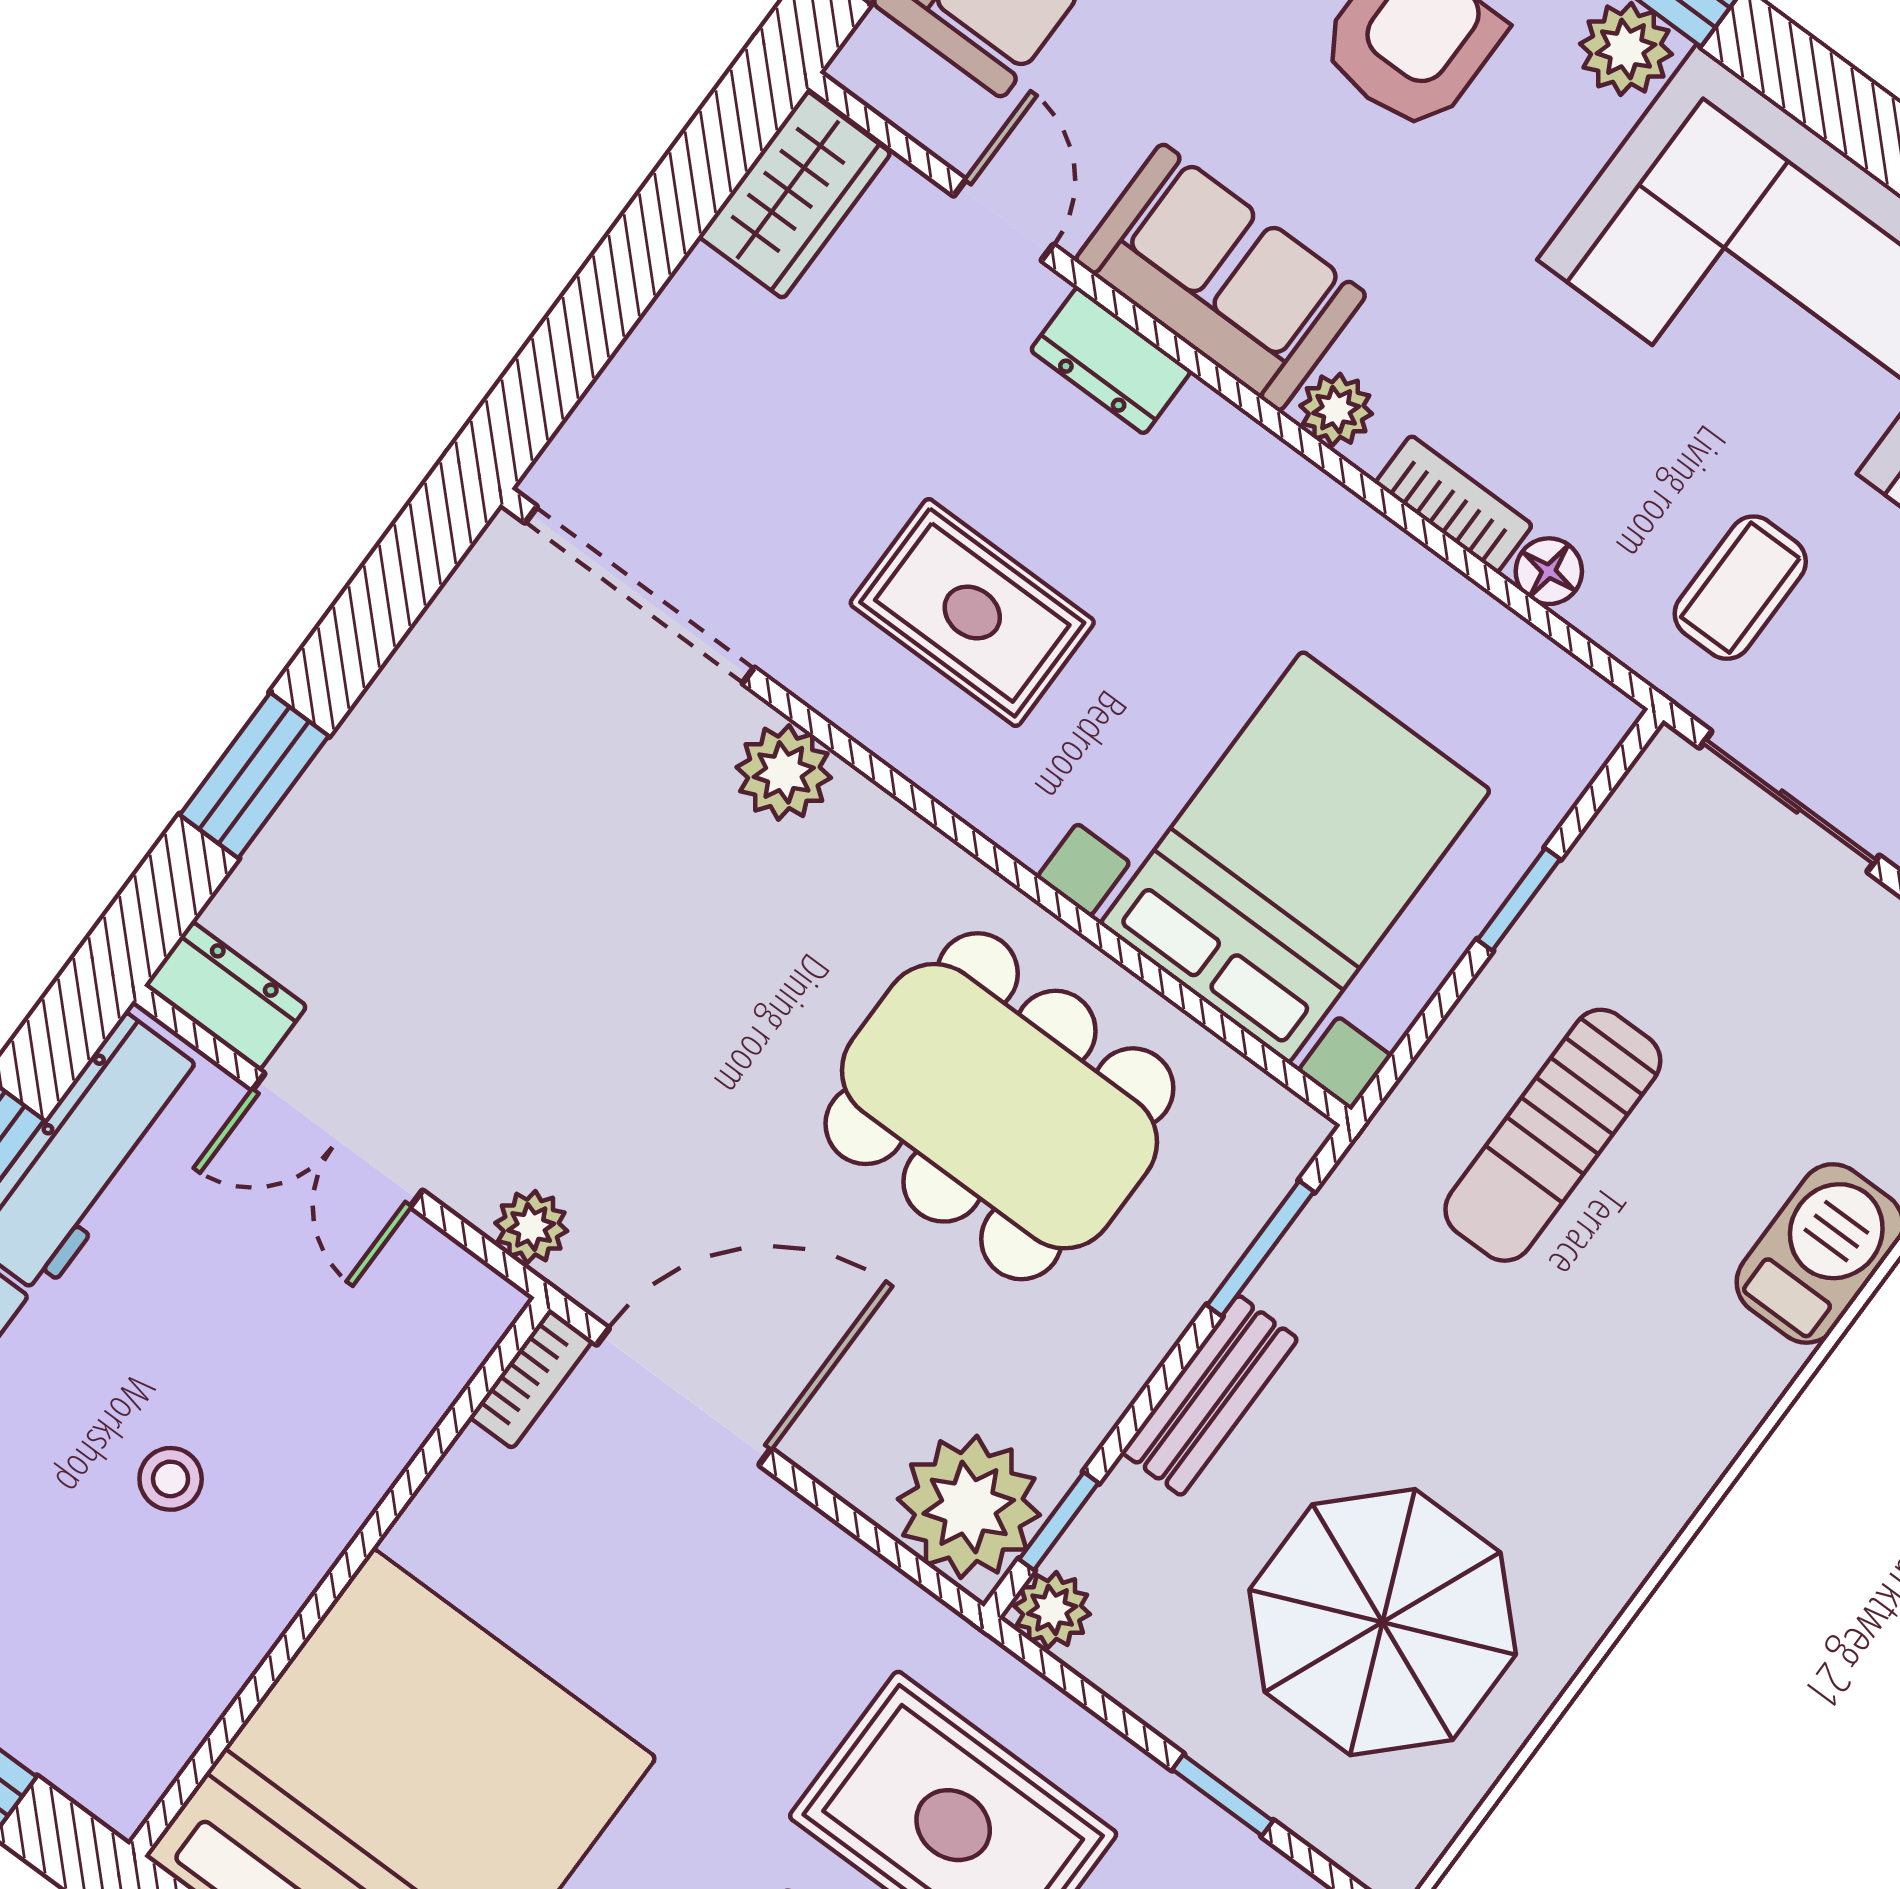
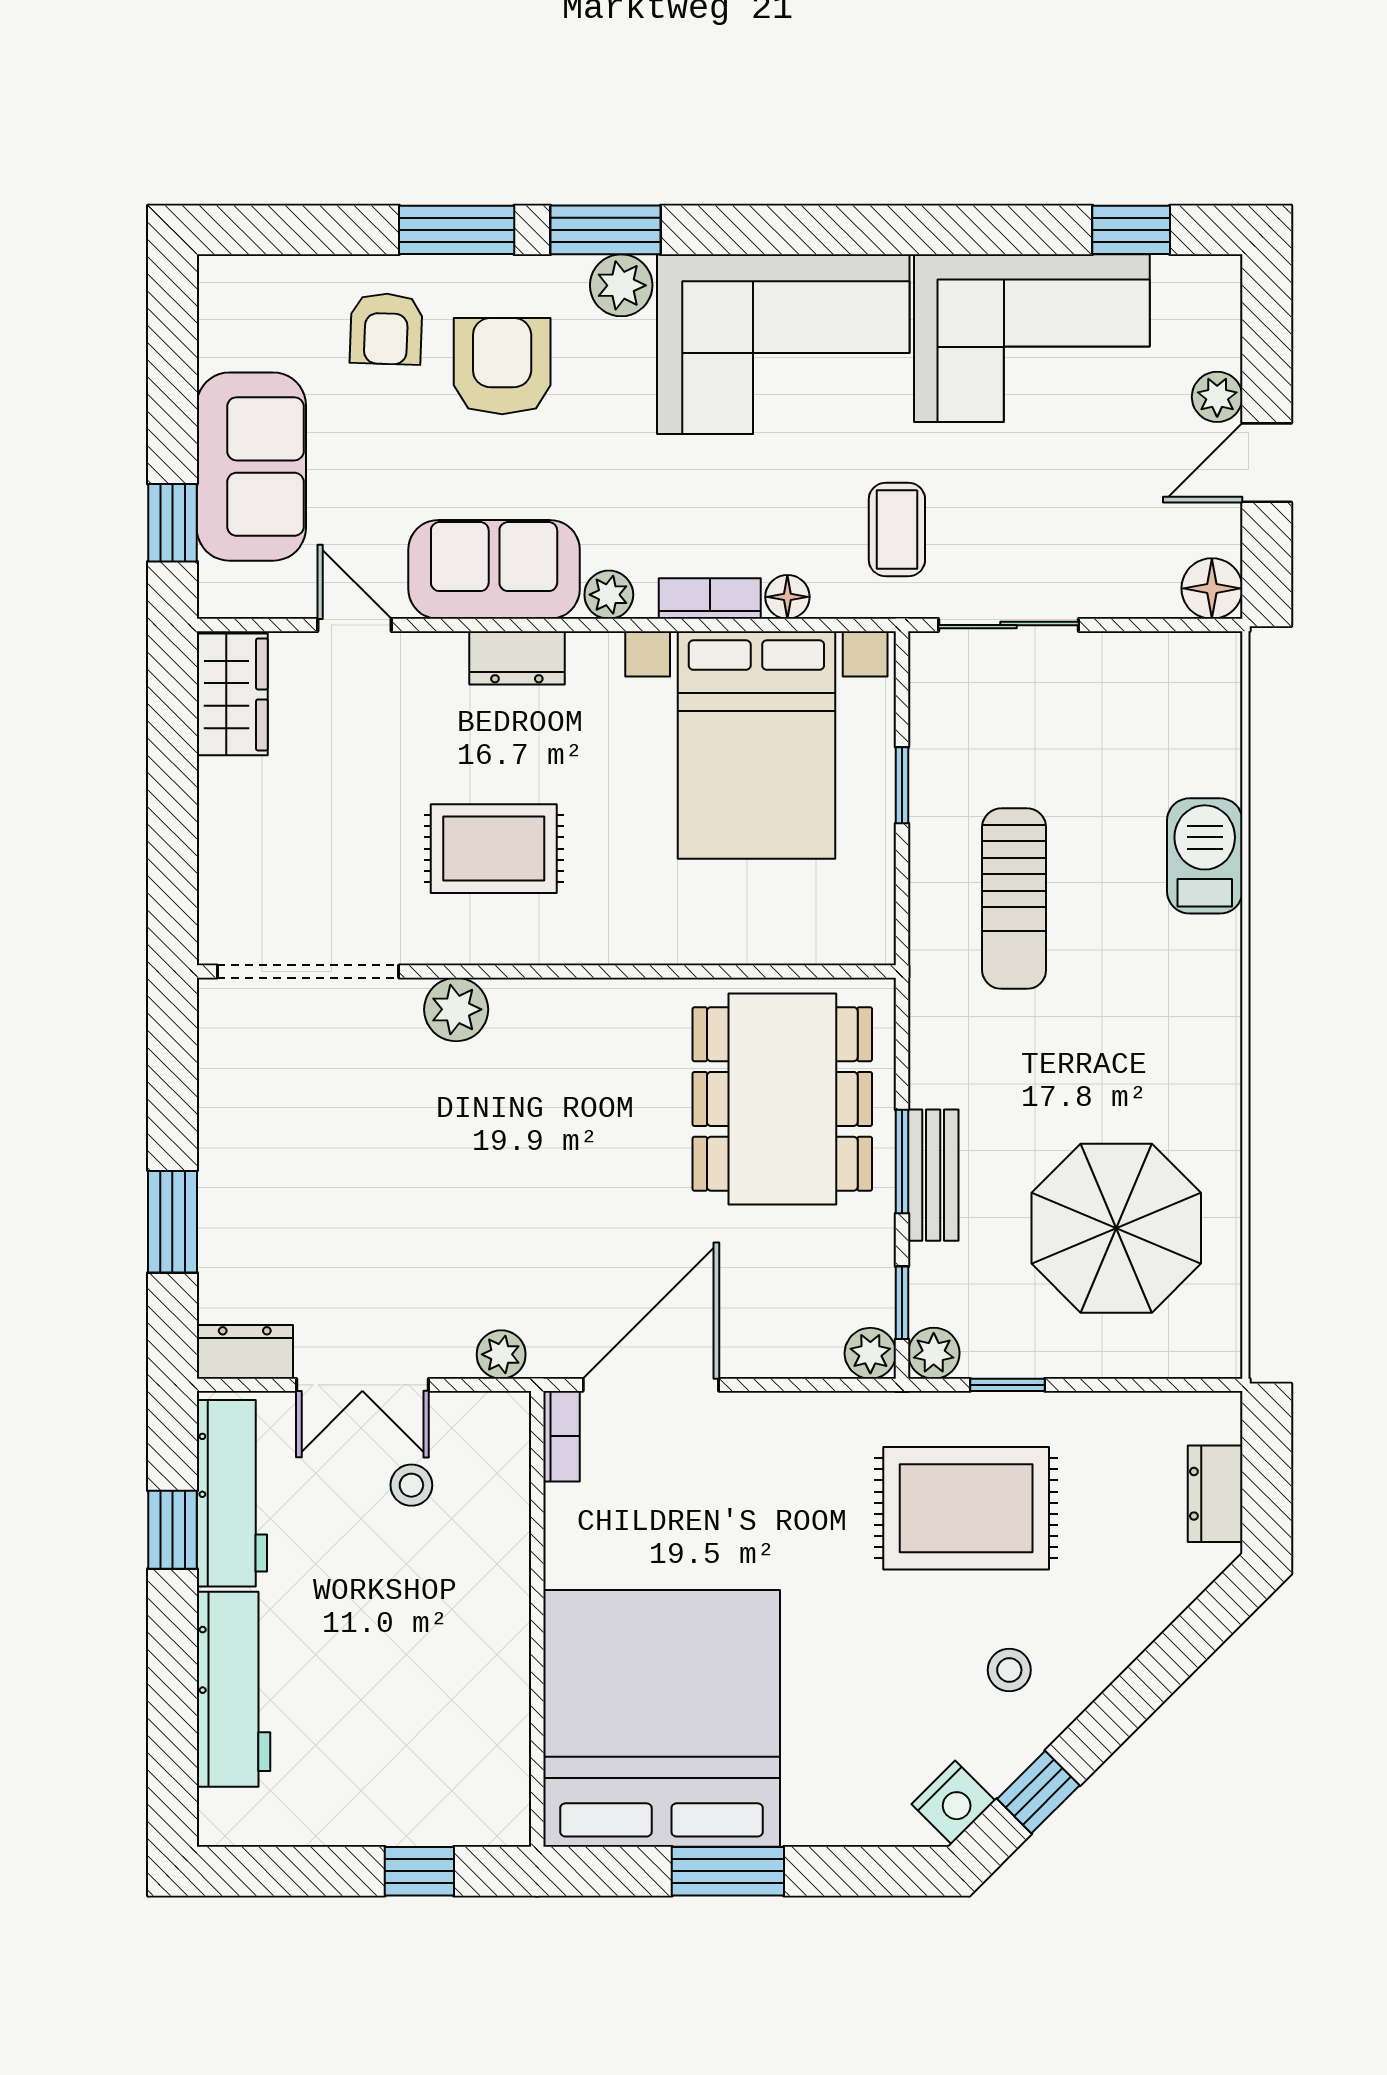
dresser: (1111, 361) -> (517, 658), moved
bed with nightstands: (1295, 857) -> (756, 745), moved, turned 180
dining table: (999, 1106) -> (782, 1099), moved, turned 90
window: (1261, 1249) -> (902, 1162), moved
stool: (171, 1479) -> (411, 1485), moved
plant: (969, 1507) -> (870, 1353), width x0.53, depth x0.53
window: (1223, 1795) -> (1007, 1385), moved

